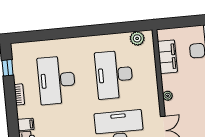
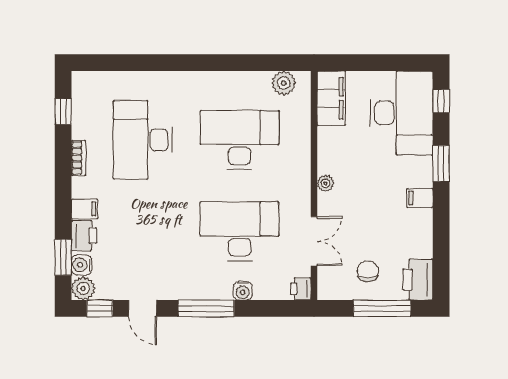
filing cabinet: (167, 57) -> (331, 98), moved
desk: (114, 75) -> (240, 140), turned 90

